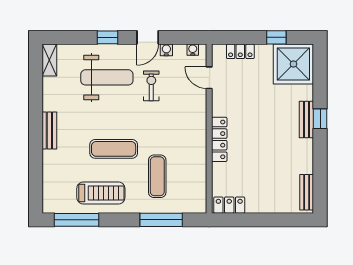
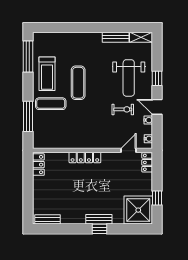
locker: (240, 51) -> (147, 162), moved
bench: (49, 131) -> (116, 37), moved
exercise mat: (157, 176) -> (51, 104), moved

